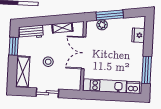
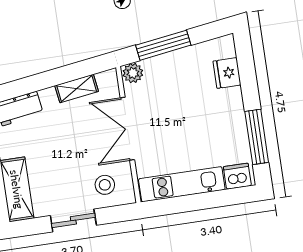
plant: (102, 25) -> (133, 73), moved
stool: (48, 62) -> (105, 185), moved

